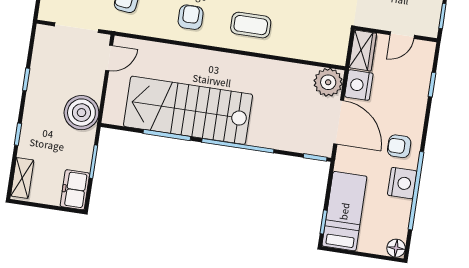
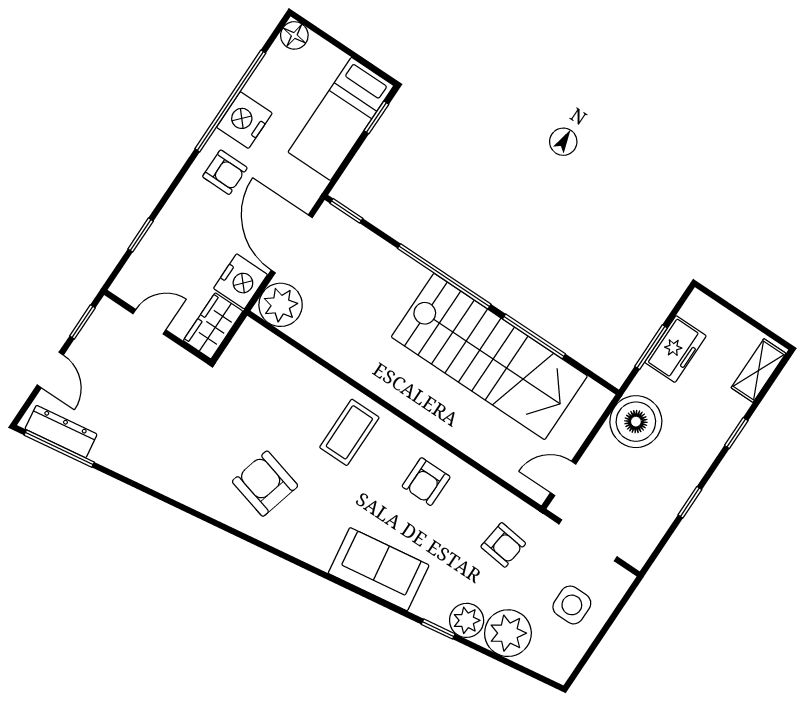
coffee table: (251, 25) -> (349, 432), turned 90
freezer: (75, 190) -> (675, 349), moved

